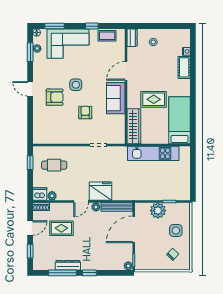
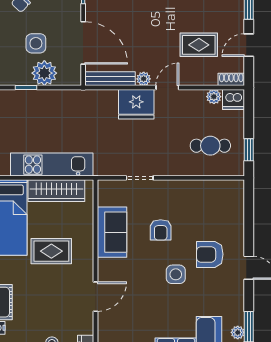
sofa: (116, 98) -> (112, 232), moved
wardrobe: (134, 126) -> (56, 191), moved, turned -90
door: (134, 229) -> (83, 43), hinge flipped
side table: (176, 230) -> (36, 43), moved

